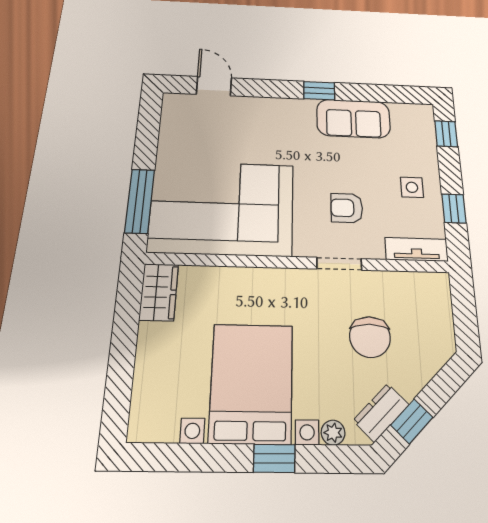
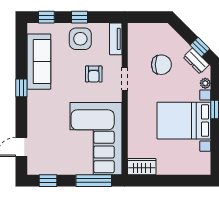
sofa: (353, 119) -> (39, 62), width x1.36
window: (148, 124) -> (48, 181), added
side table: (412, 187) -> (80, 39), width x1.87, depth x1.87
window: (454, 208) -> (80, 17), moved

